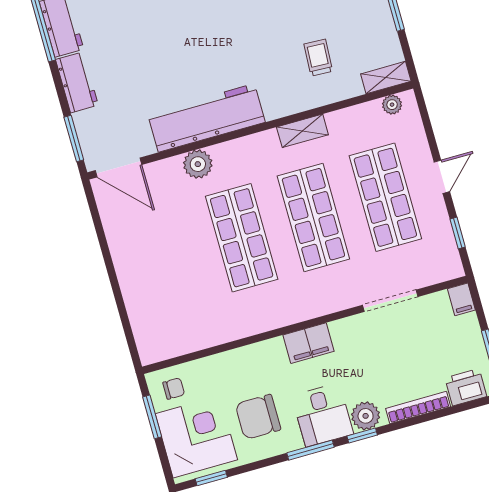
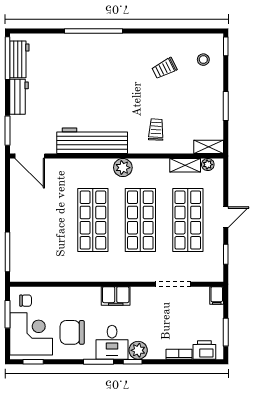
trolley: (318, 58) -> (156, 130), moved
shelving: (302, 131) -> (185, 165), moved
plant: (198, 164) -> (123, 168), moved
window: (126, 322) -> (7, 252), added
bookcase: (418, 408) -> (179, 354), width x0.64

